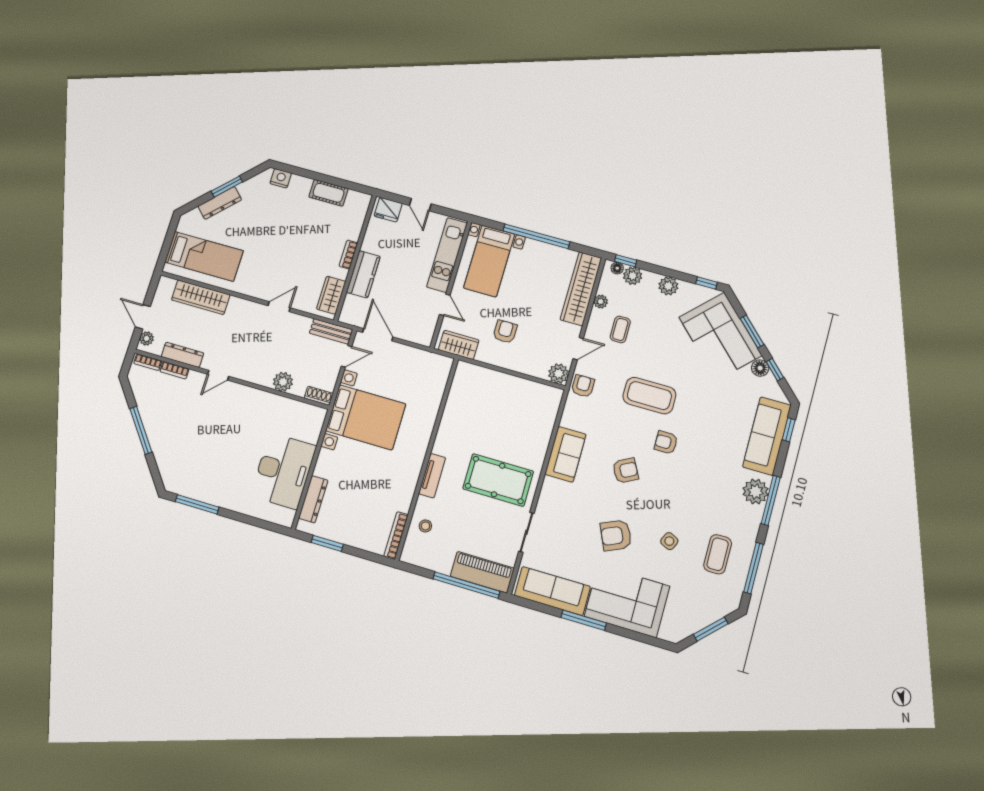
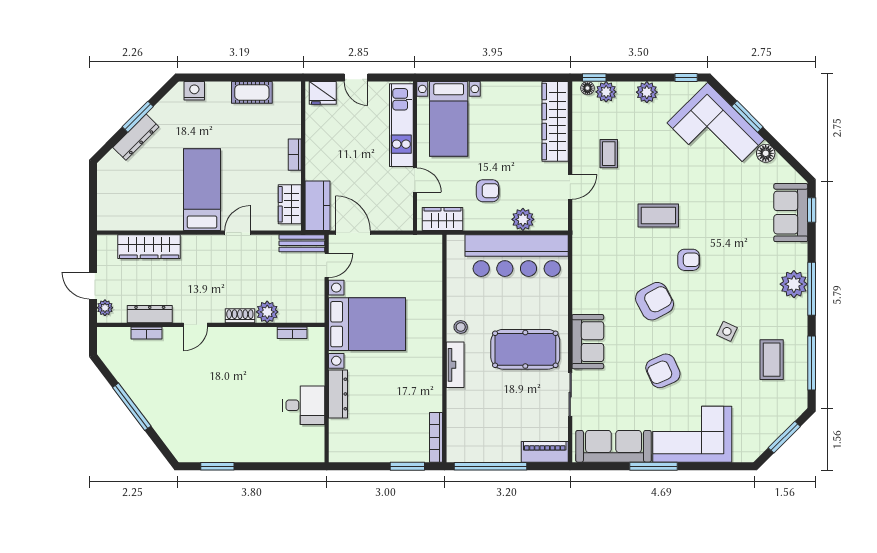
window: (536, 236) -> (491, 78), removed
bed: (204, 256) -> (202, 190), moved, turned -90
kitchen counter: (363, 274) -> (317, 206), moved
plant: (601, 302) -> (580, 129), removed
armchair: (505, 332) -> (488, 191), turned 90
bookcase: (148, 362) -> (292, 333), moved
window: (775, 370) -> (781, 151), removed
plant: (559, 374) -> (523, 219), moved
armchair: (583, 386) -> (586, 225), removed
bar counter: (514, 395) -> (517, 256), added
shoe rack: (319, 396) -> (240, 316), moved
coffee table: (649, 396) -> (658, 215), width x0.73, depth x0.76
sofa: (767, 436) -> (791, 213), width x0.73
armchair: (666, 442) -> (689, 260), turned 180
sofa: (565, 454) -> (588, 342), moved
desk: (283, 471) -> (304, 405), width x0.53, depth x0.77
armchair: (625, 471) -> (655, 301), width x1.38, depth x1.38
dresser: (313, 499) -> (338, 394), moved
window: (197, 504) -> (217, 466), width x0.69
stool: (425, 526) -> (461, 327), moved
side table: (669, 541) -> (727, 331), moved
window: (327, 543) -> (407, 466), moved
piano: (482, 572) -> (545, 452), width x0.73, depth x0.75
window: (467, 585) -> (491, 466), moved

